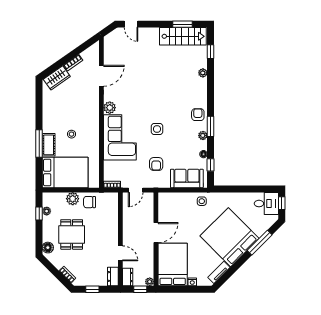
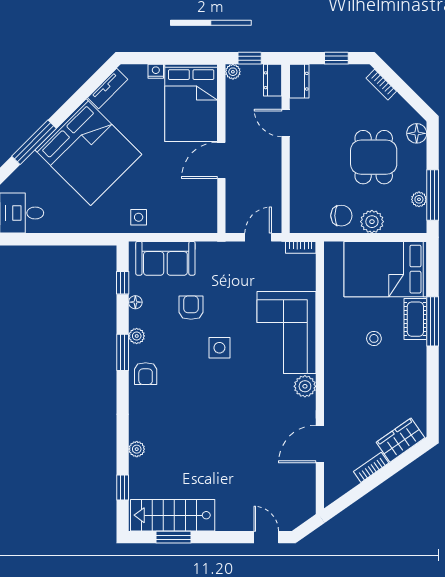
armchair: (156, 164) -> (191, 308), moved
window: (39, 213) -> (433, 195), width x2.17

